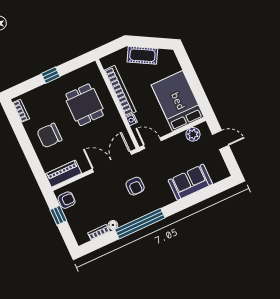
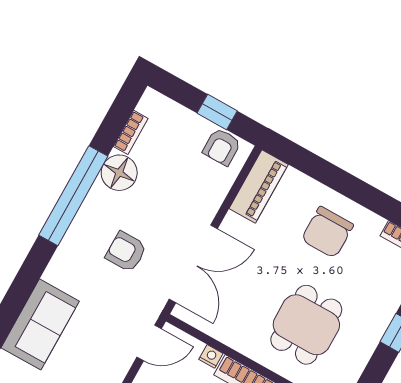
dining table: (85, 105) -> (306, 325), turned 90
chair: (49, 135) -> (327, 232), turned 180
floor lamp: (113, 225) -> (119, 173), width x1.89, depth x1.89

